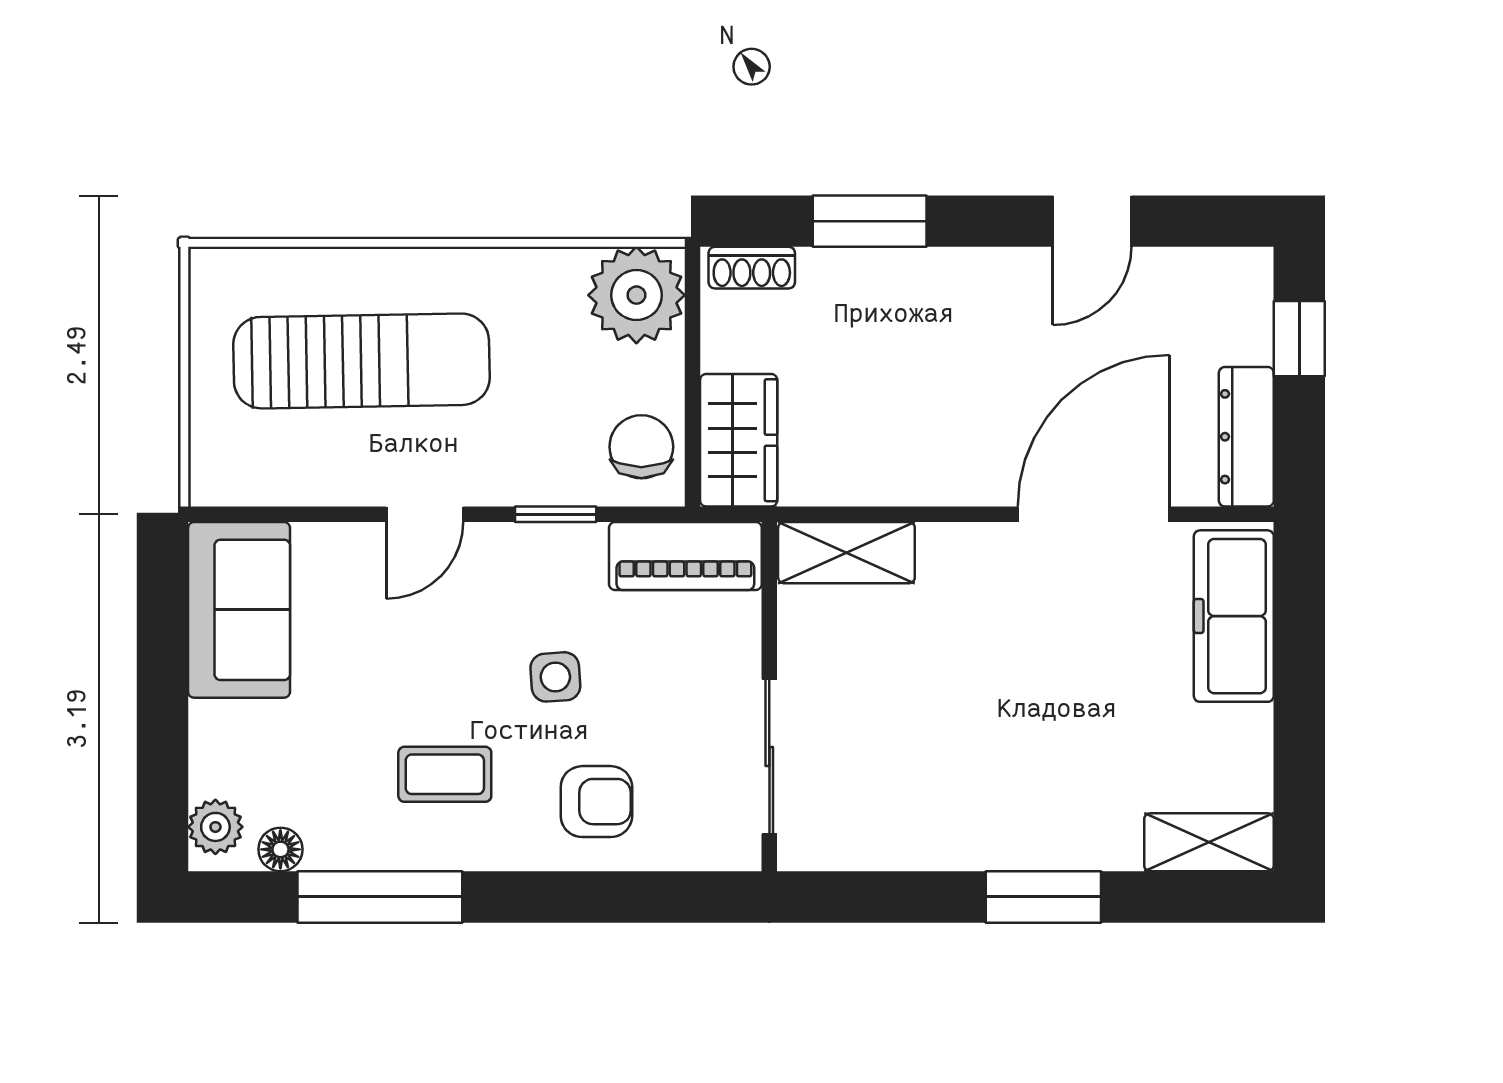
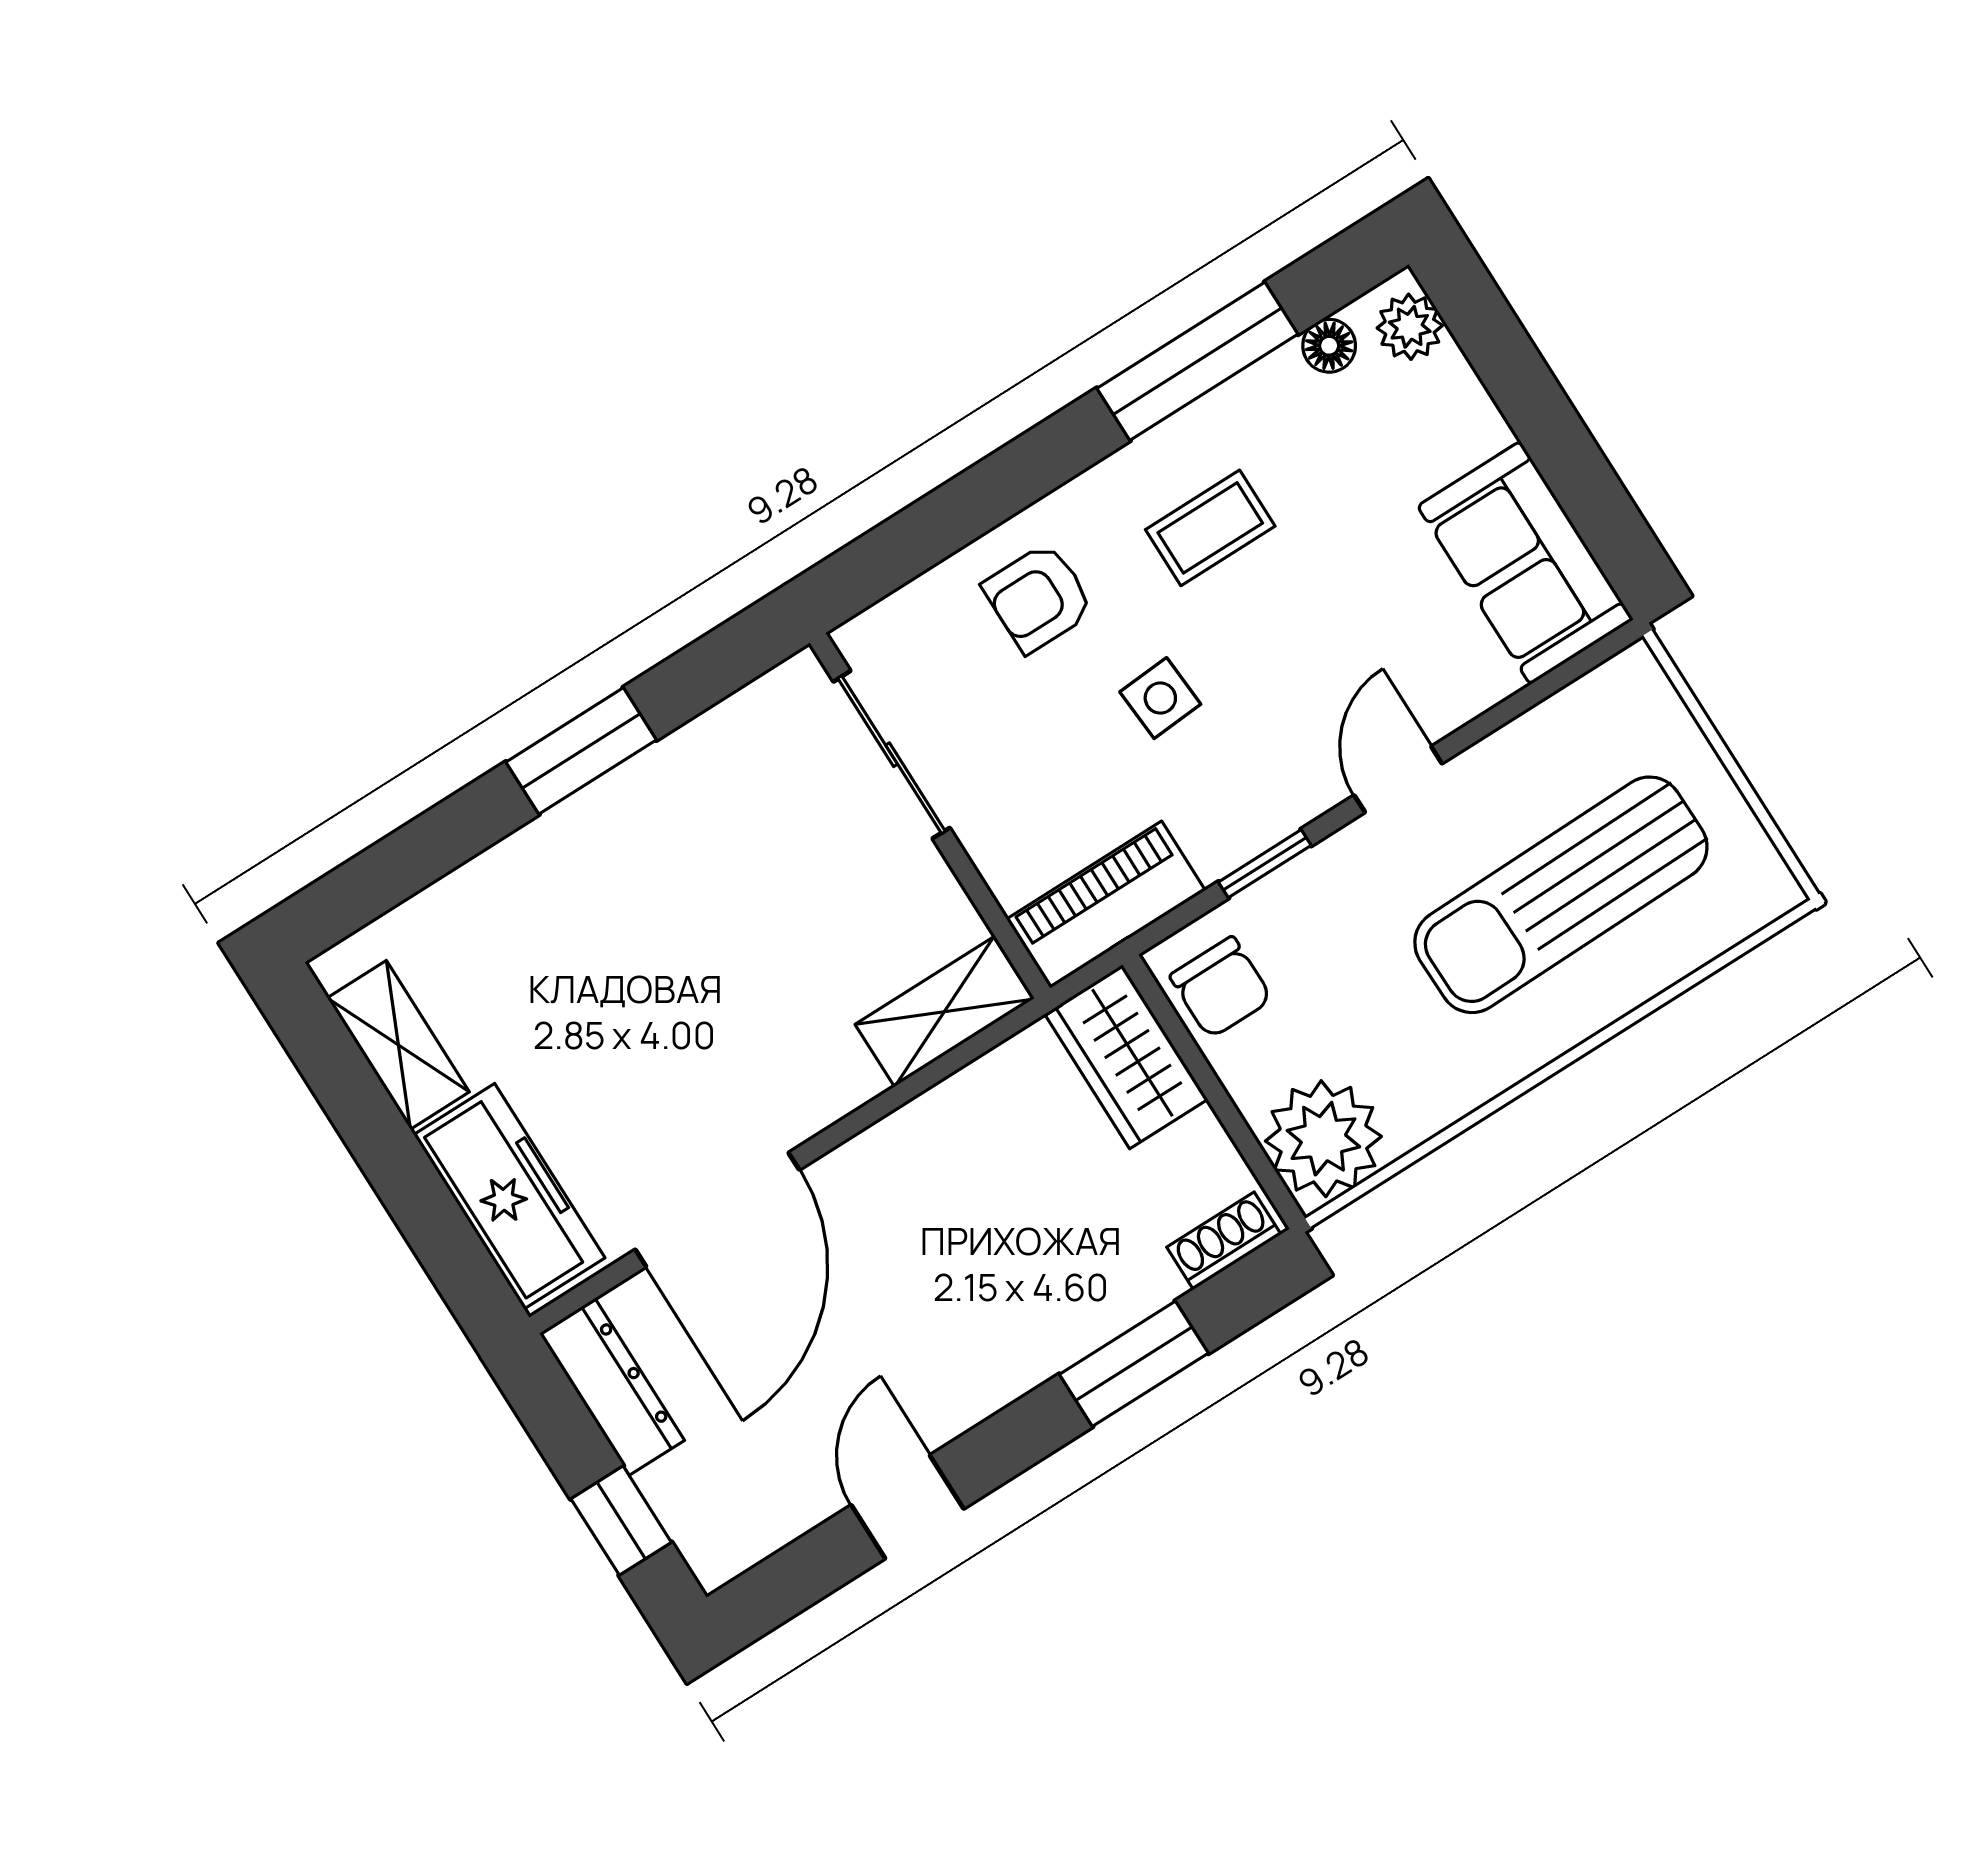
shelving: (1209, 842) -> (398, 1045), moved, turned 90
window: (1043, 897) -> (581, 751), moved

